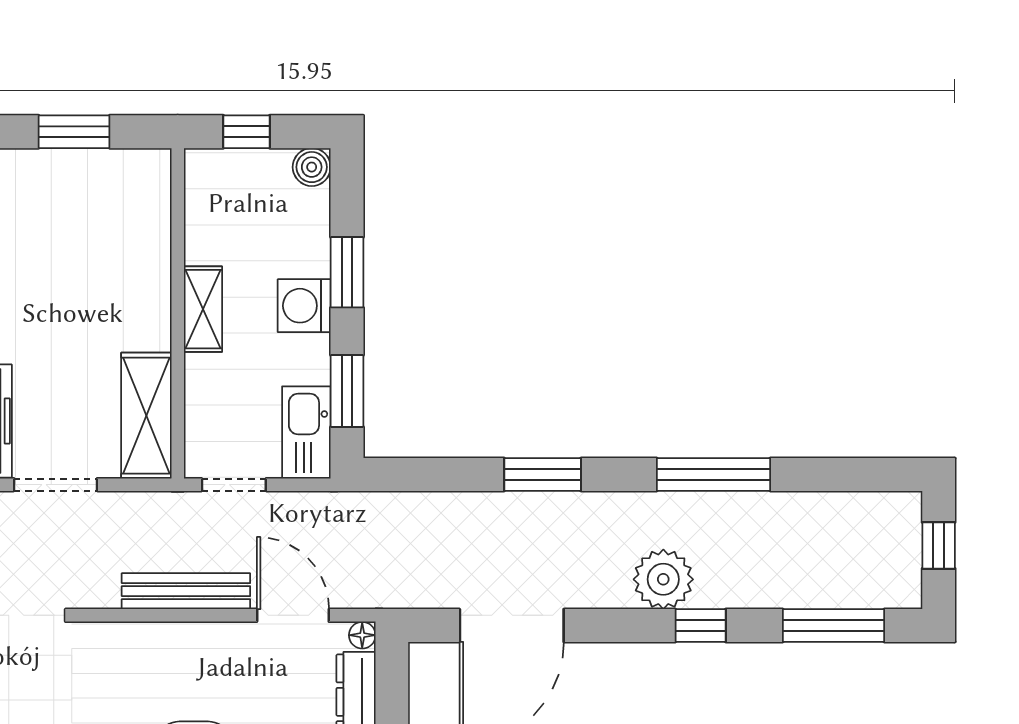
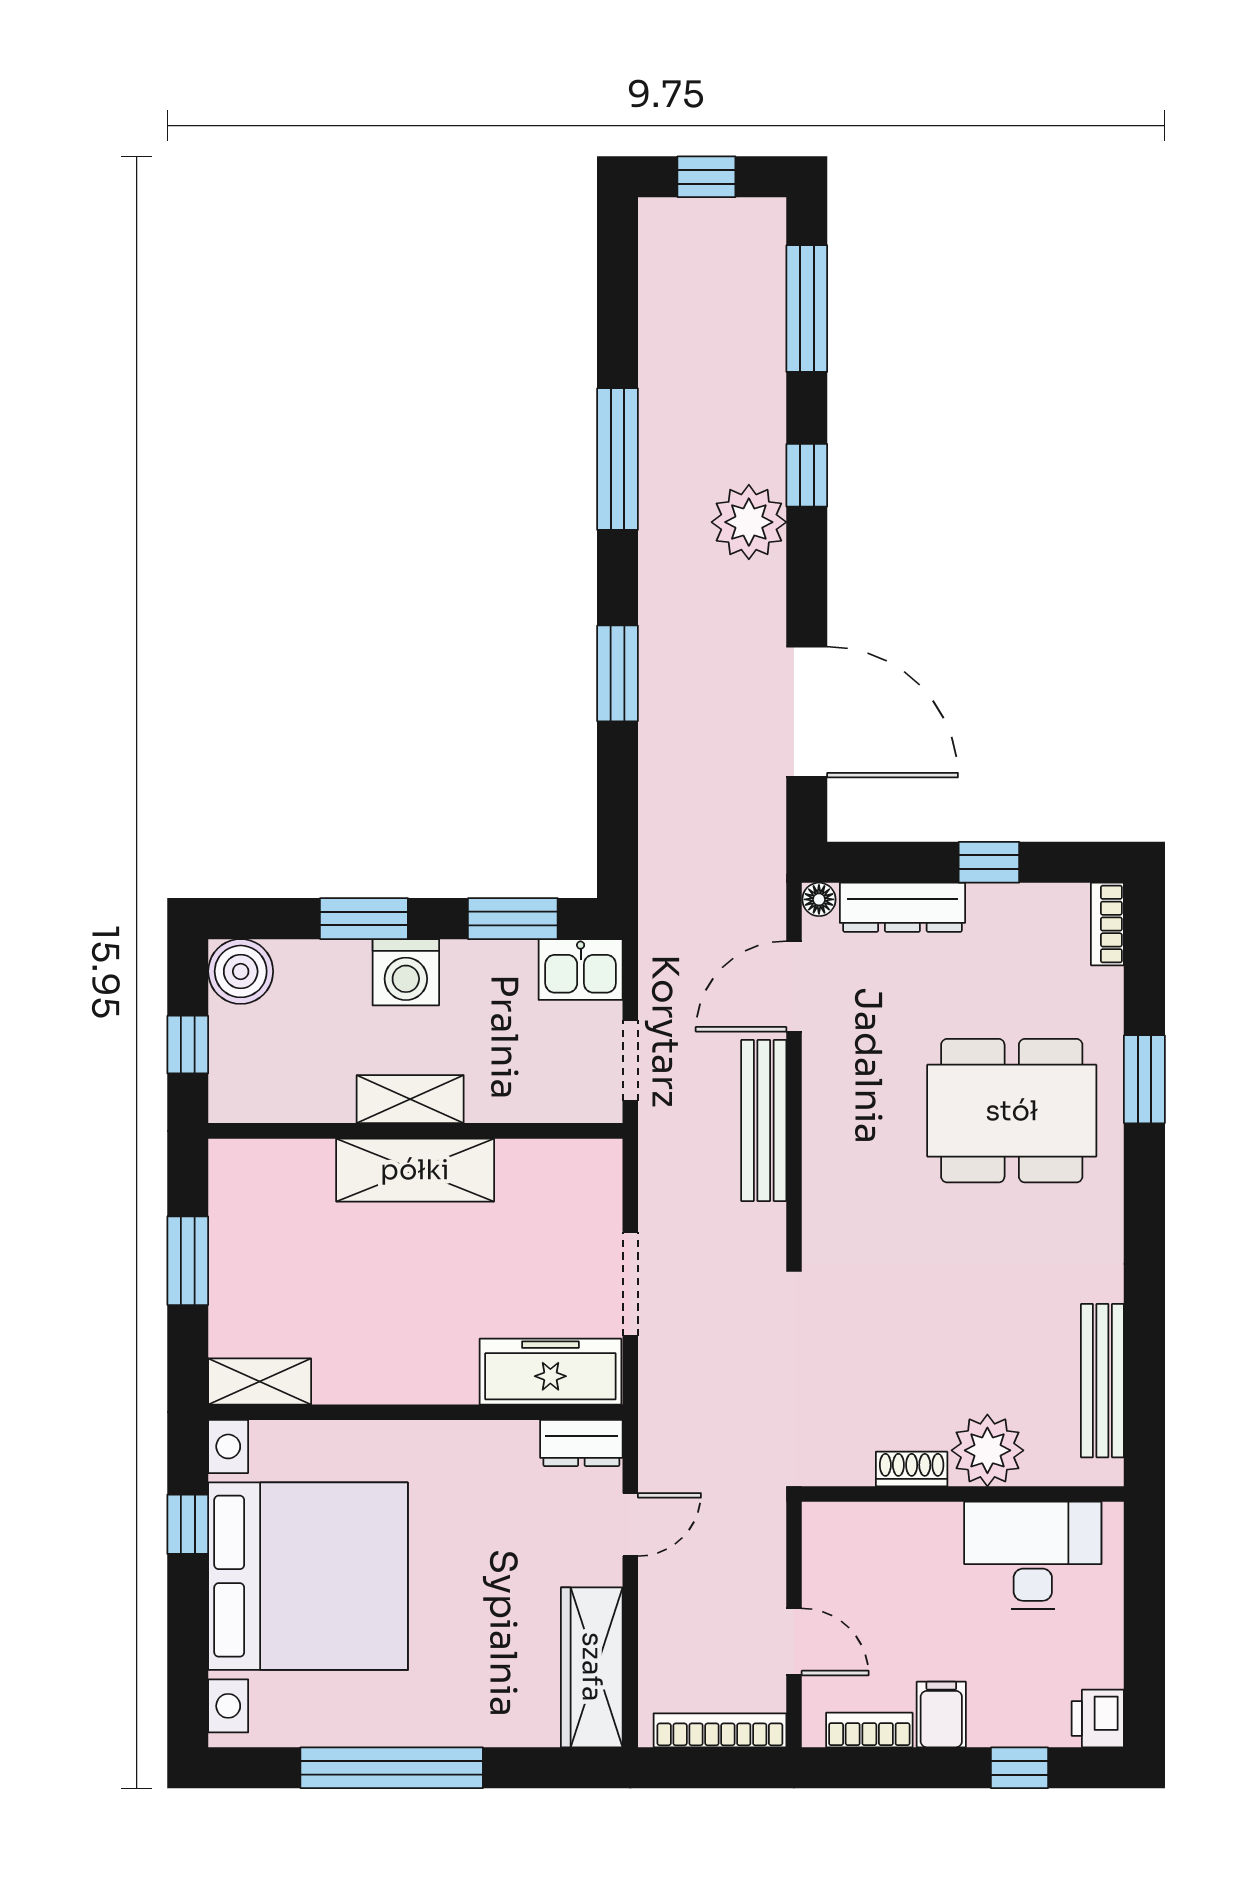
boiler: (312, 167) -> (241, 971), width x1.36, depth x1.36
shelving: (146, 416) -> (415, 1170), moved
kitchen sink: (306, 432) -> (581, 969), width x0.73

